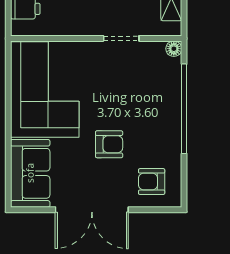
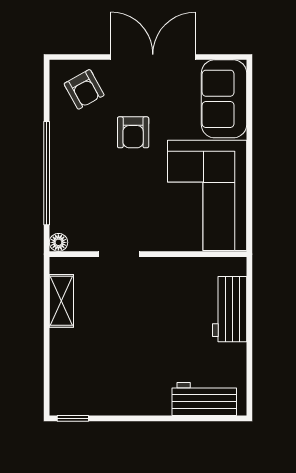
armchair: (109, 144) -> (133, 132), turned -90
armchair: (152, 182) -> (84, 89), turned 61

